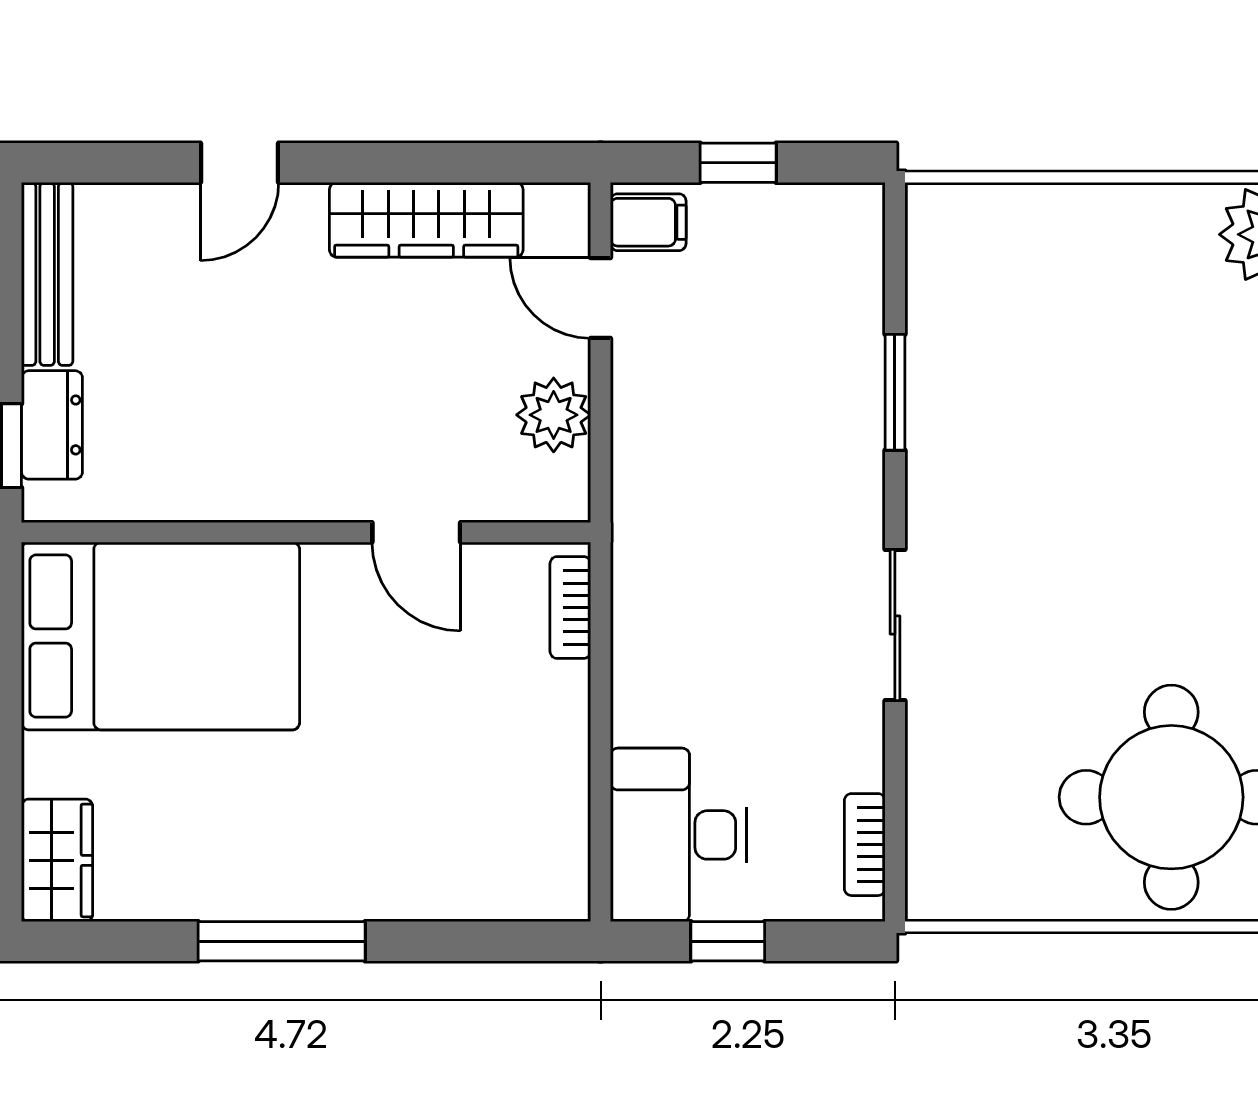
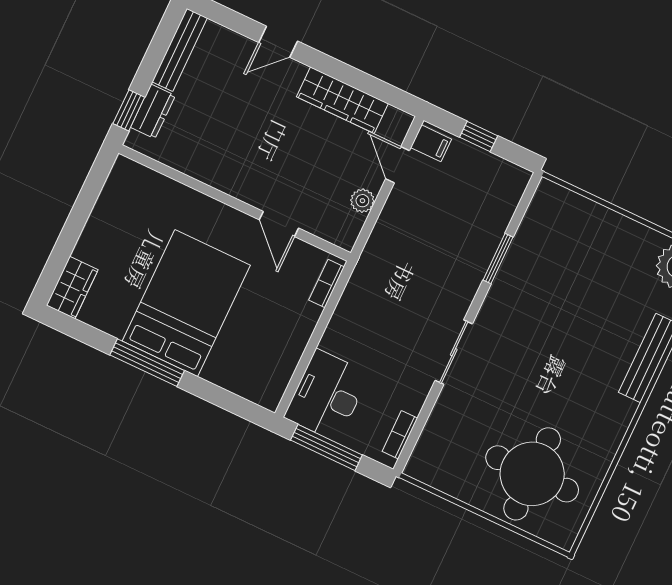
plant: (554, 415) -> (362, 201), width x0.73, depth x0.73
bed: (161, 636) -> (186, 303), moved, turned -90
window: (728, 941) -> (326, 447), width x2.17

